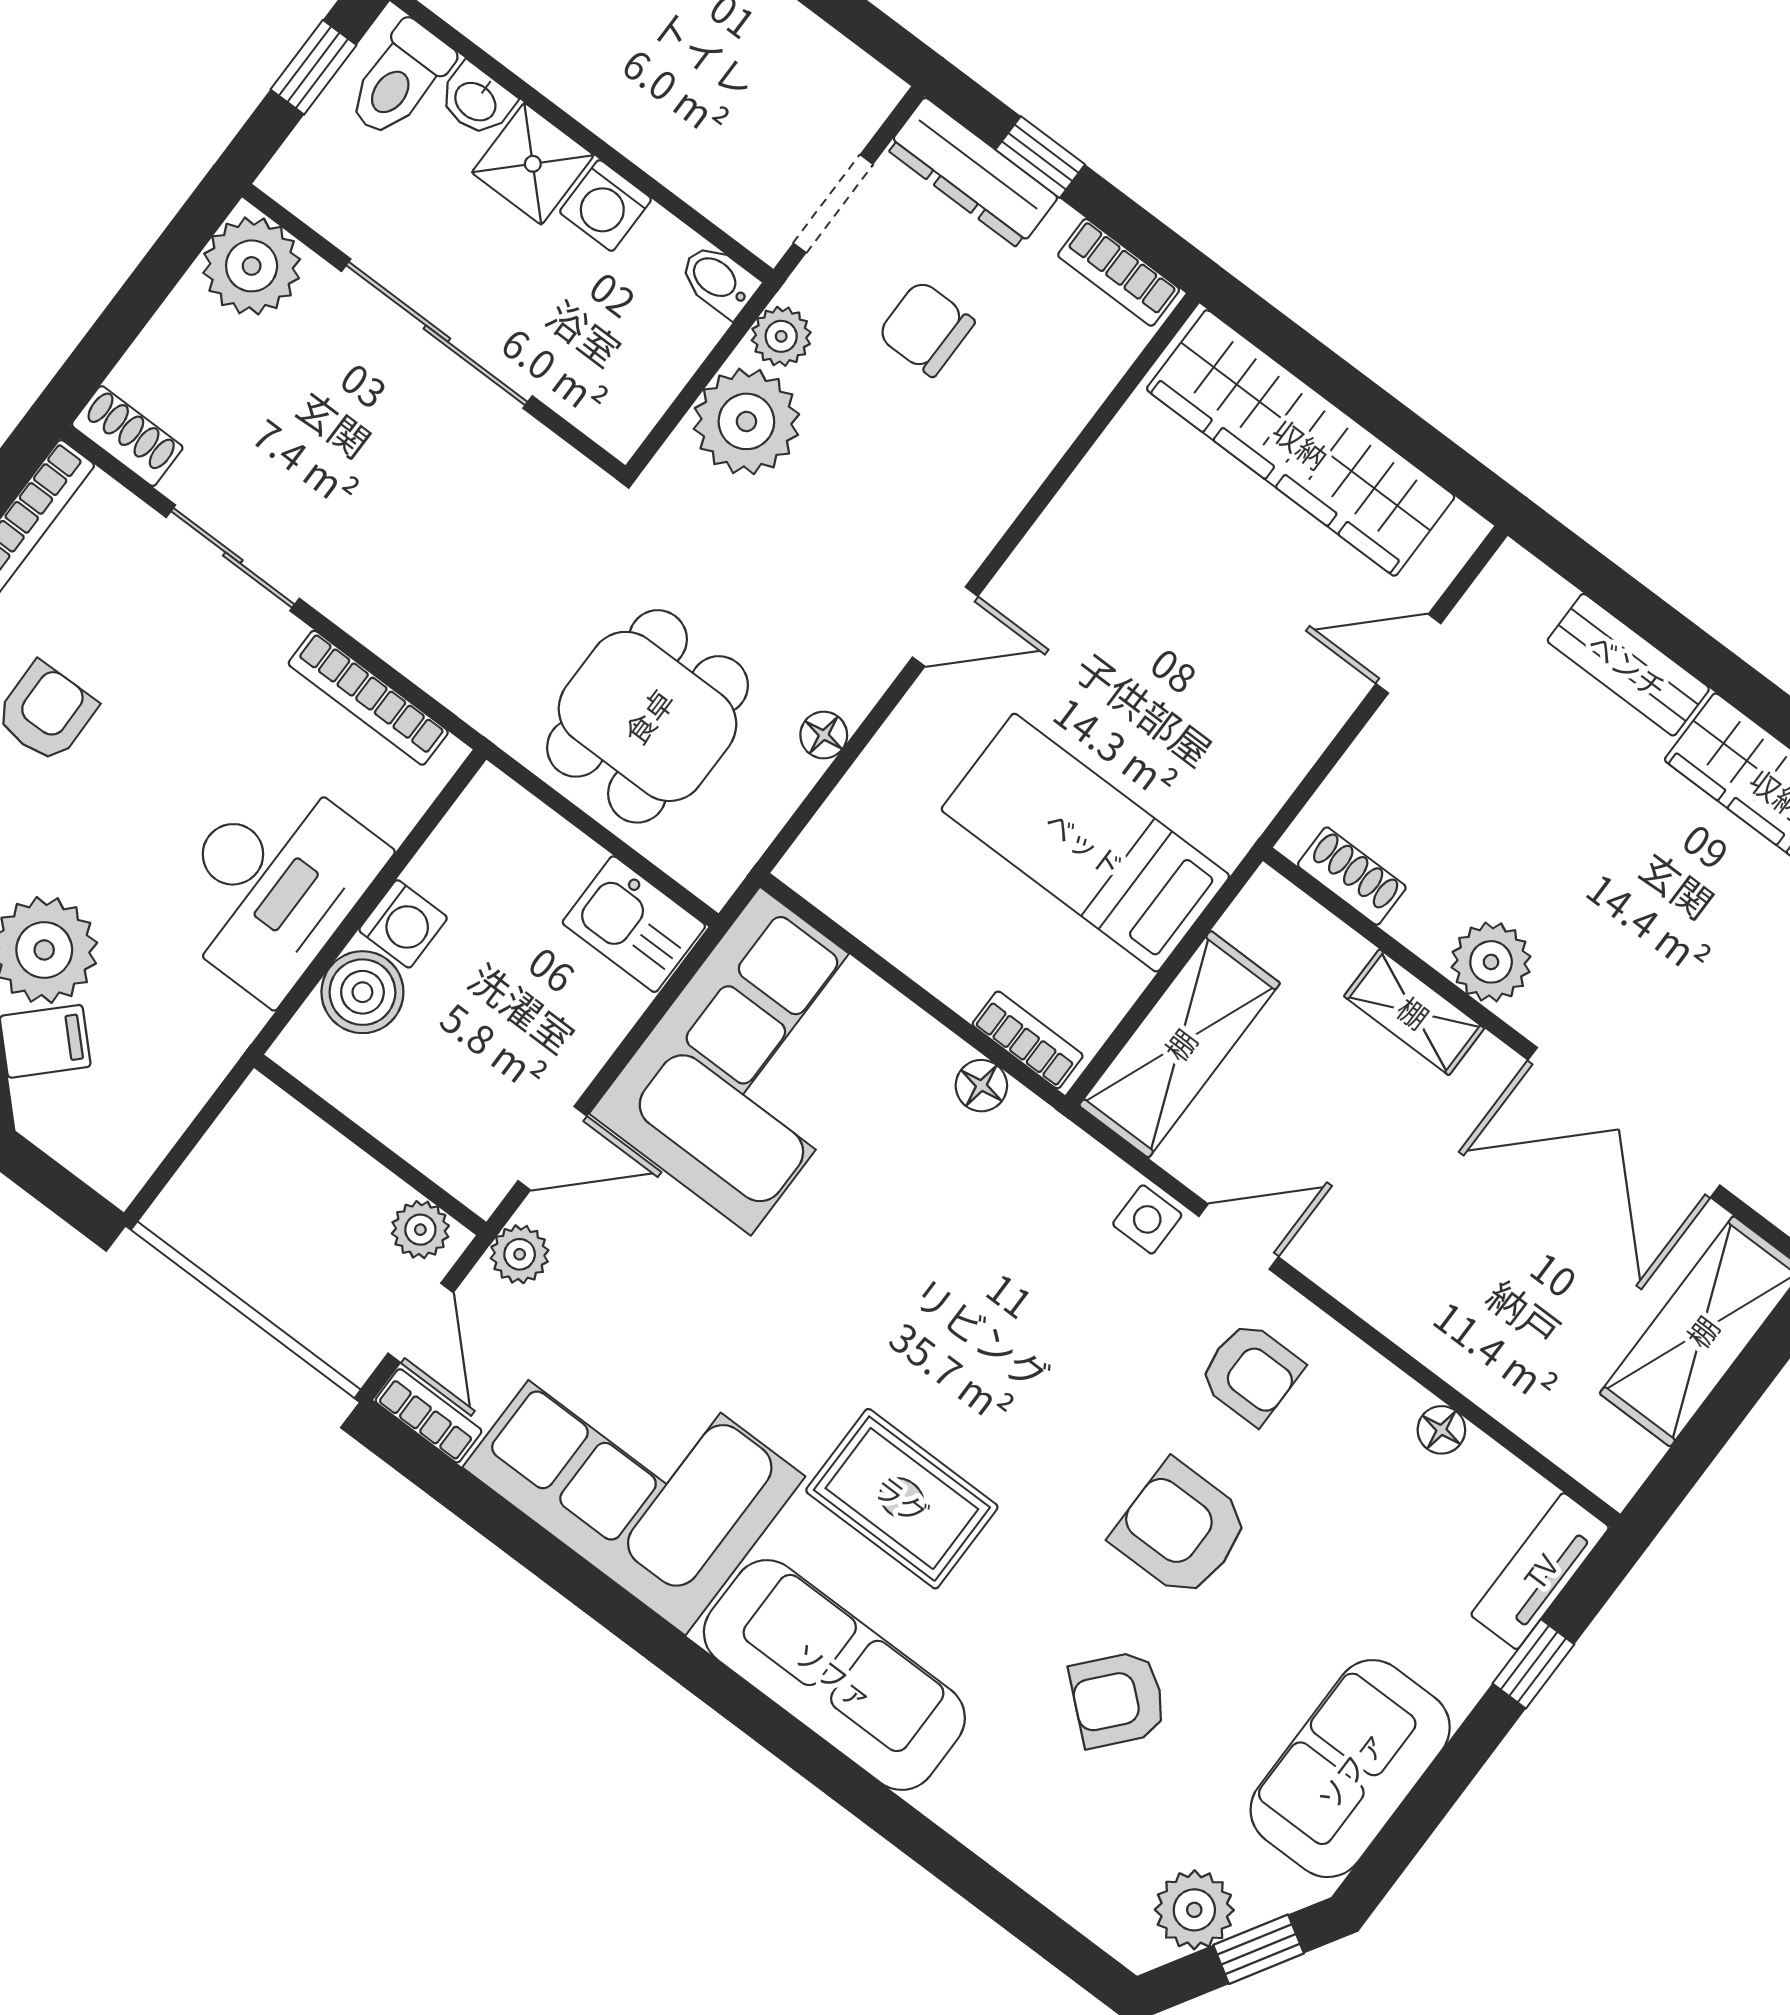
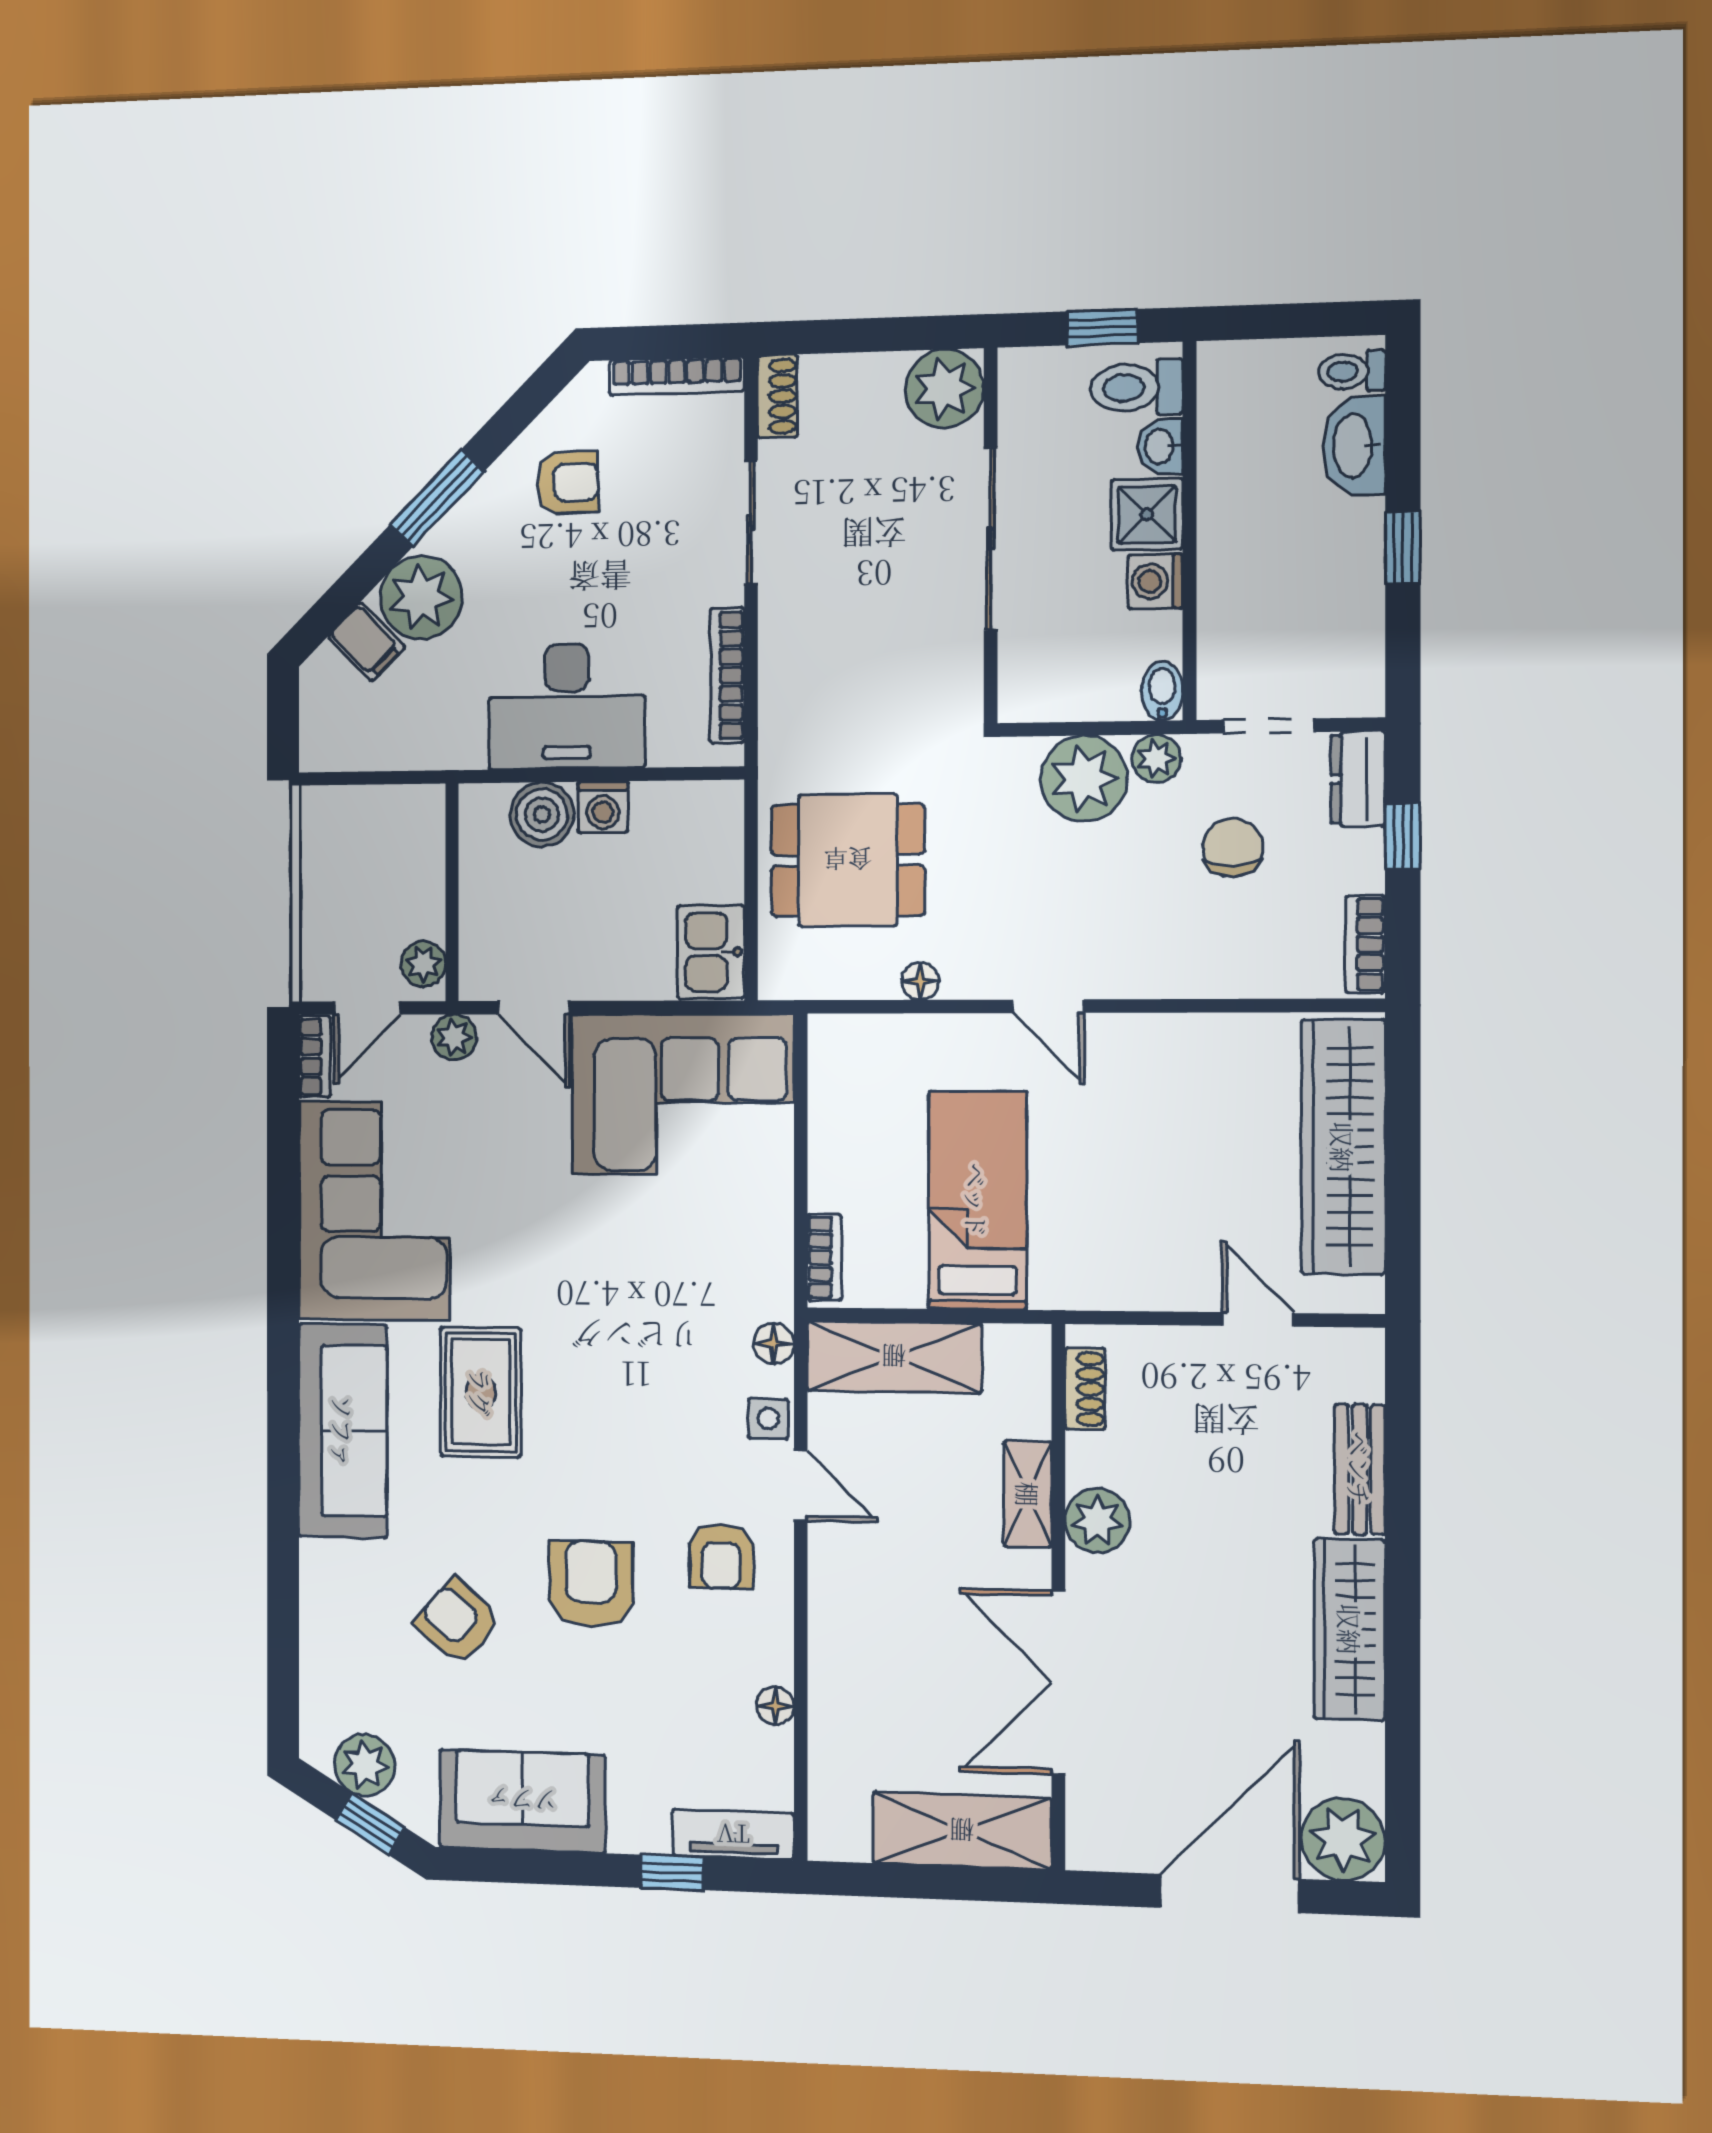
dresser: (972, 173) -> (1358, 779), width x0.70
floor lamp: (981, 1086) -> (774, 1344), moved

